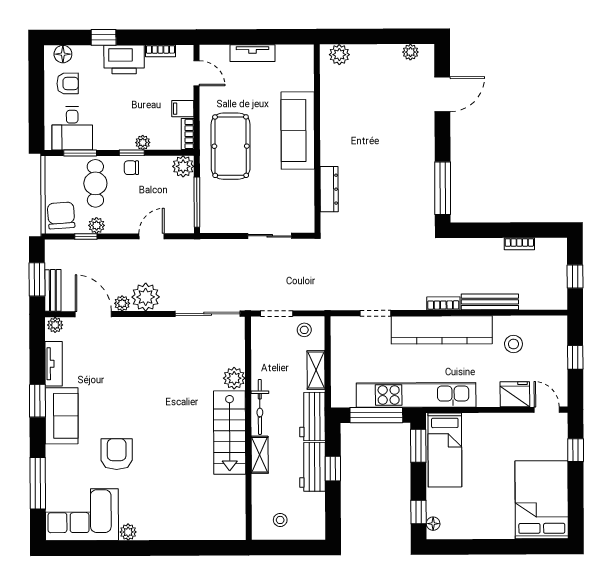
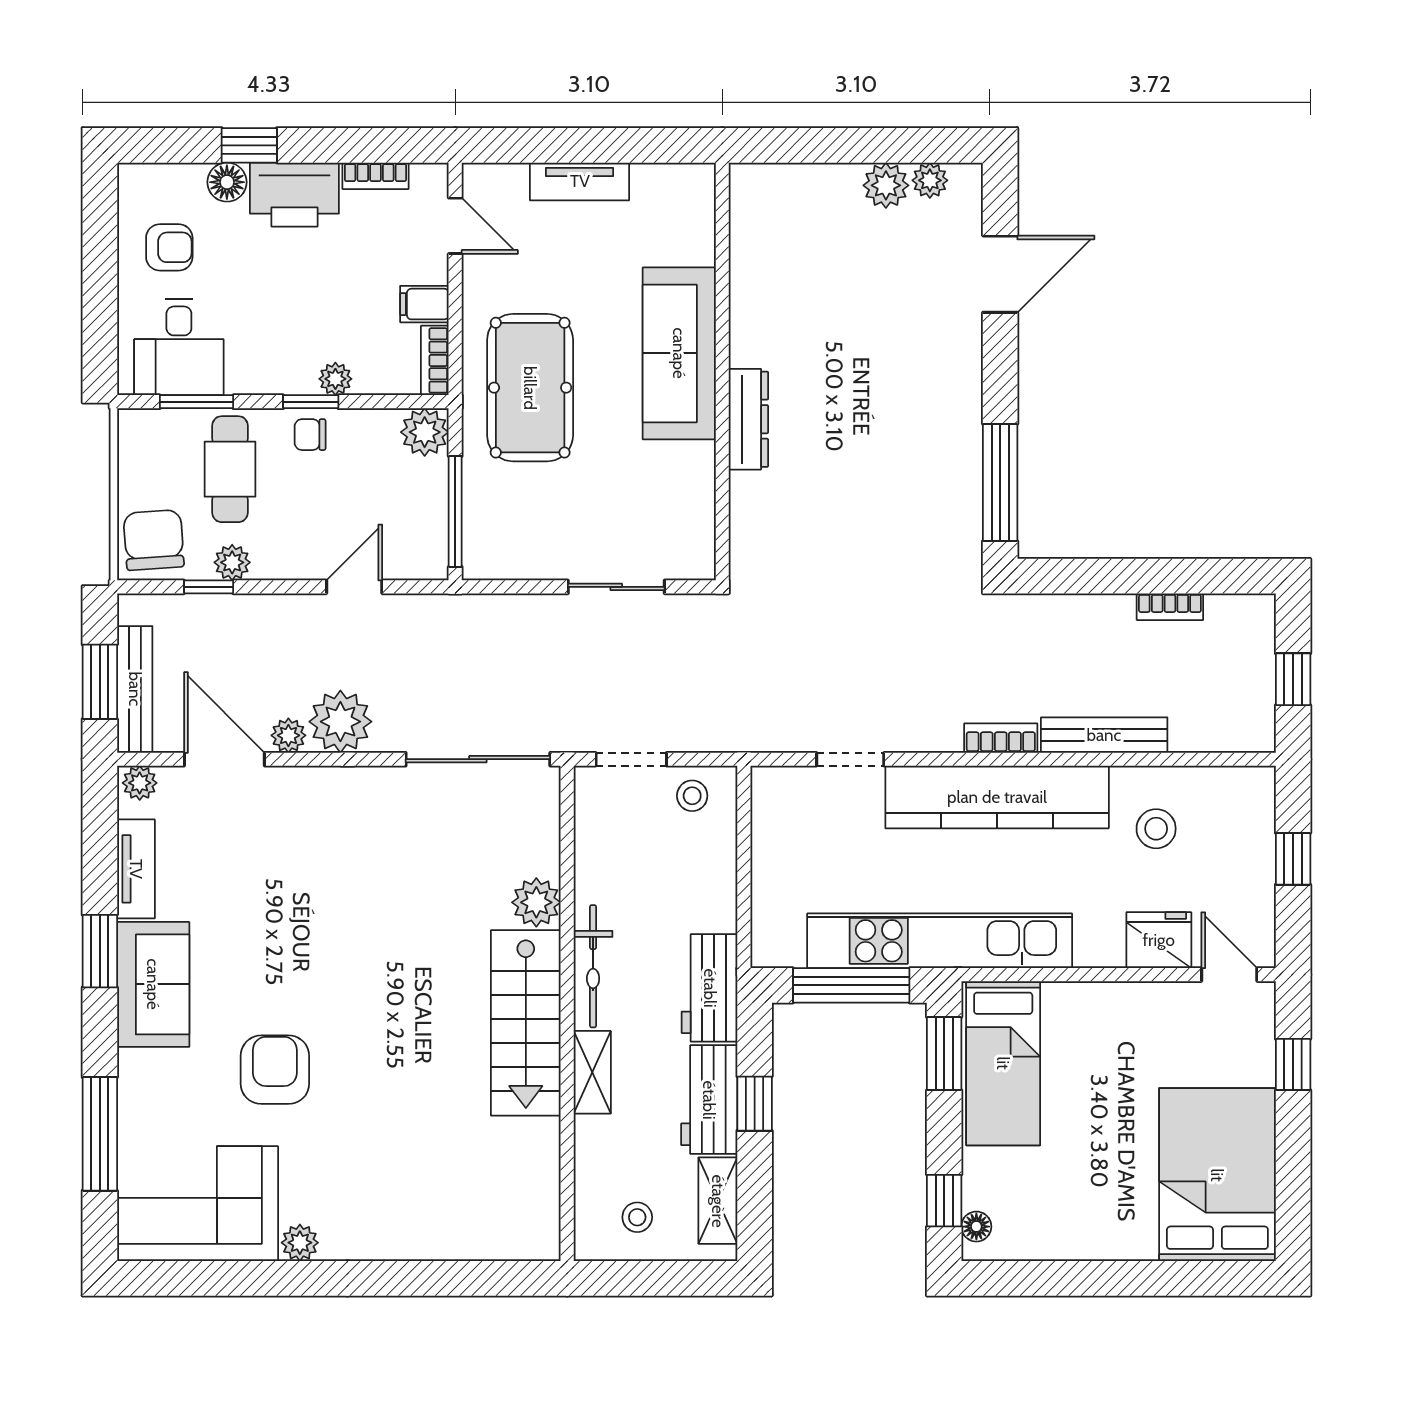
floor lamp: (63, 54) -> (227, 182), moved
plant: (339, 55) -> (886, 185), moved
dresser: (329, 189) -> (748, 419), moved
bench: (53, 290) -> (135, 689), width x1.36
shelving: (316, 370) -> (718, 1201), moved

